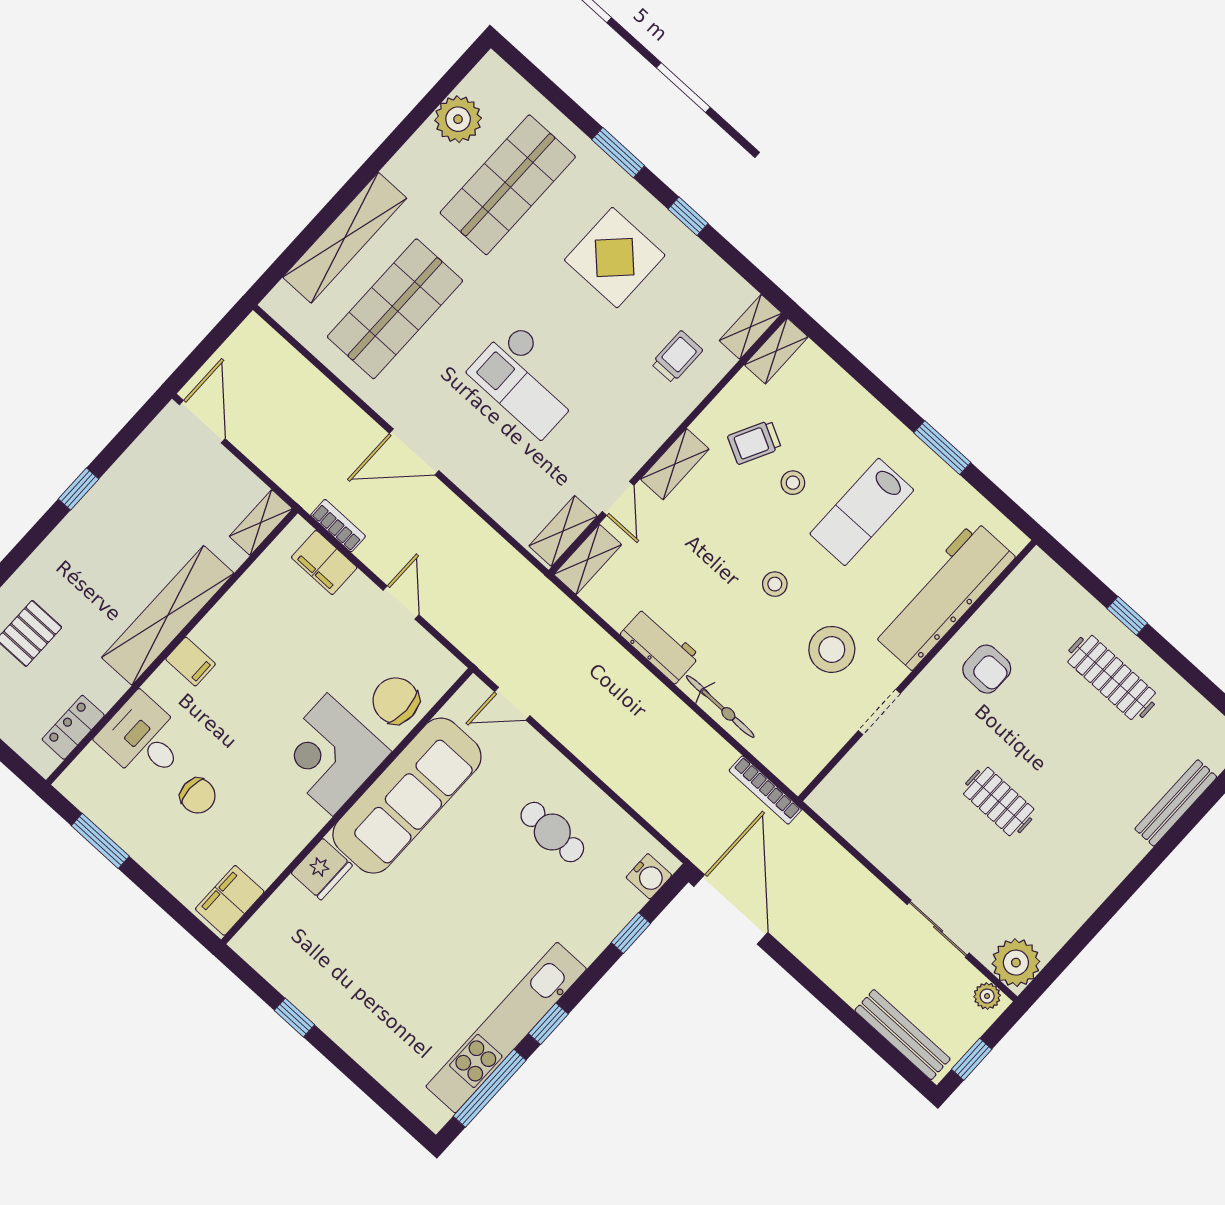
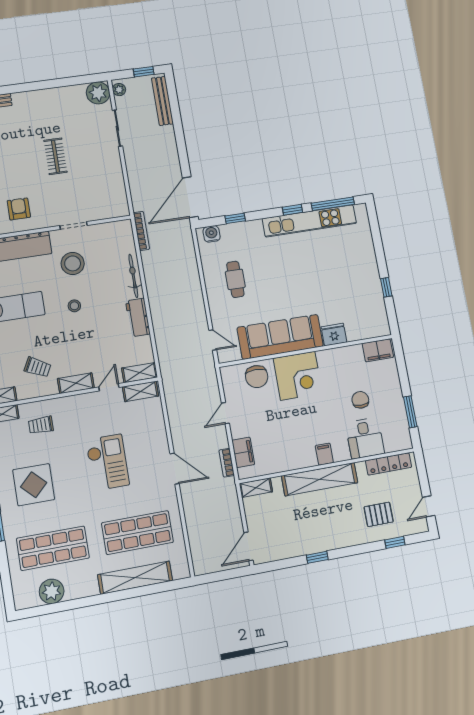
stool: (793, 483) -> (35, 339), removed
locker: (73, 727) -> (389, 464), width x1.53

